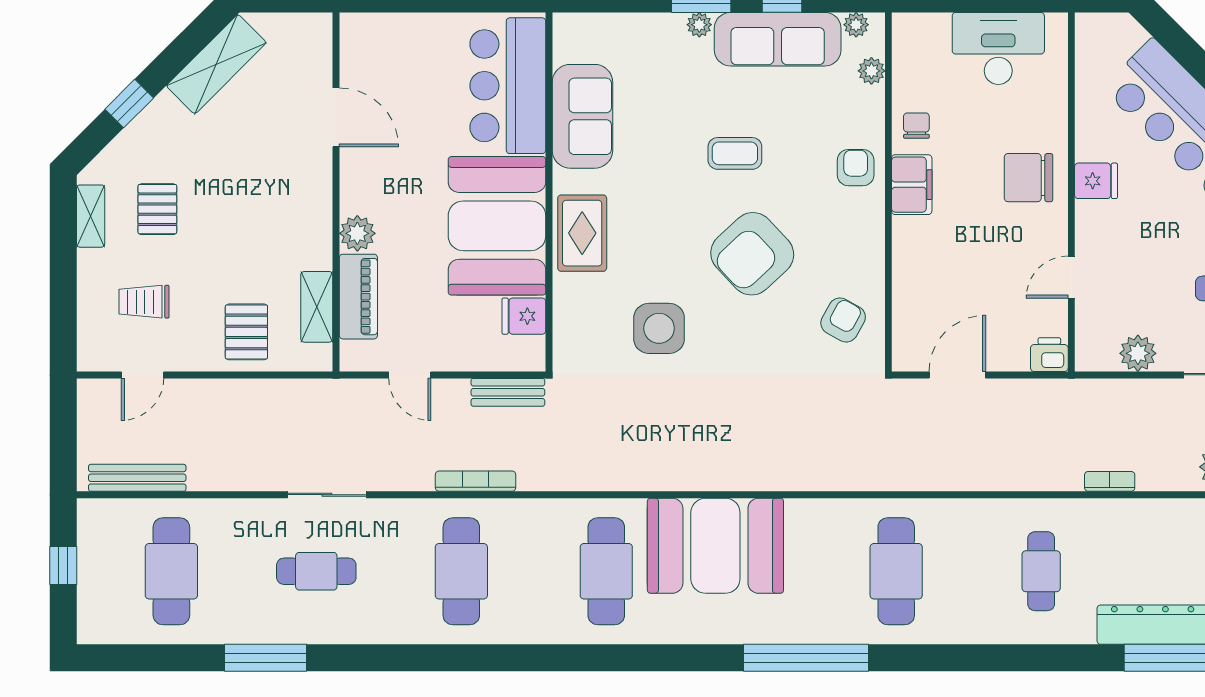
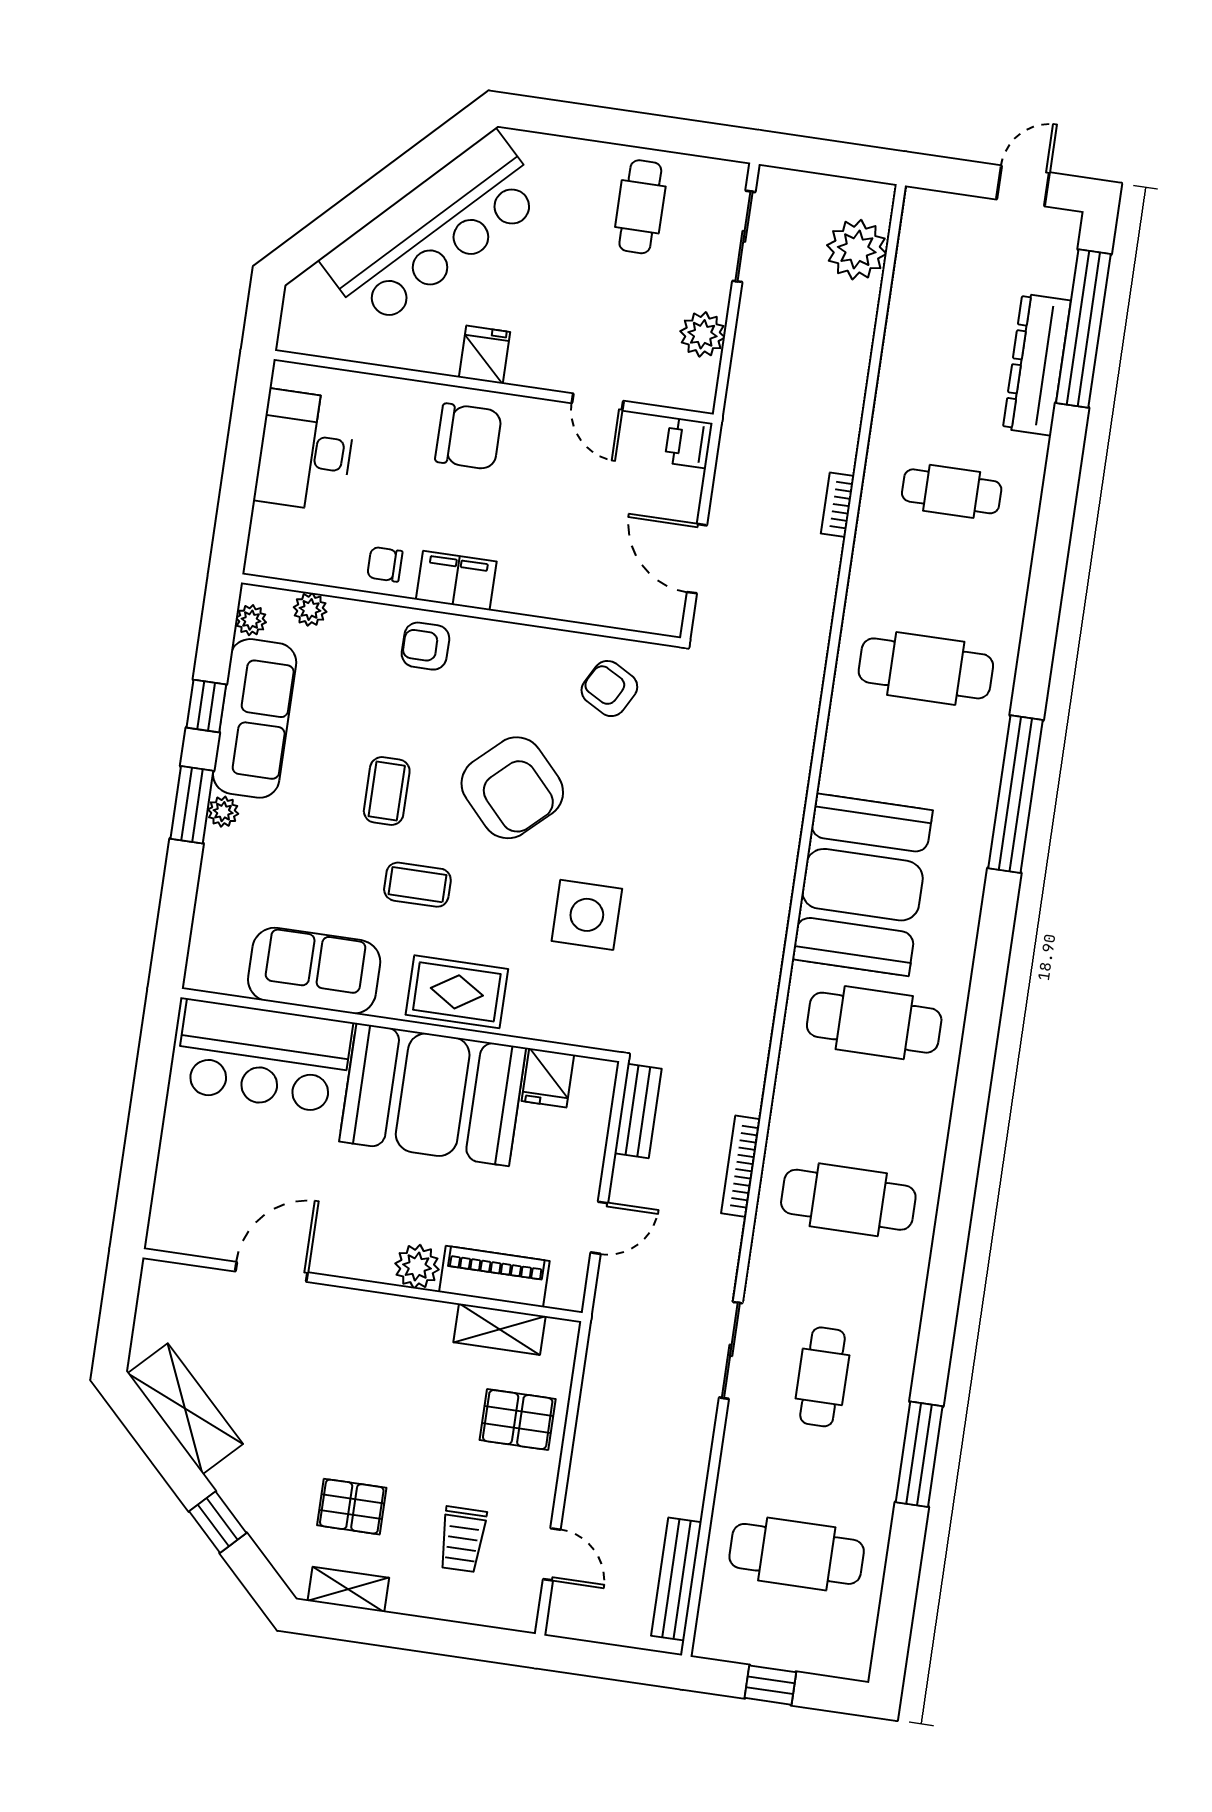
chair: (1029, 178) -> (469, 437), turned -90
coffee table: (663, 189) -> (417, 885), added
bookcase: (1110, 481) -> (838, 505), moved

